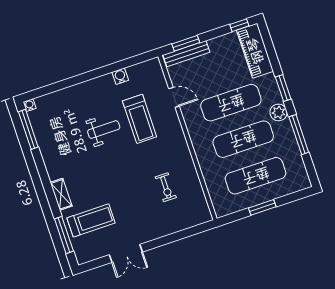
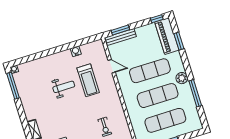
window: (283, 88) -> (179, 41), moved

